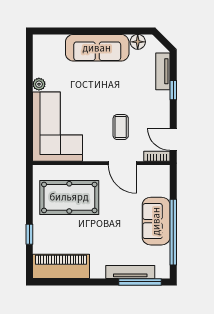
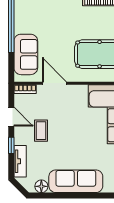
coffee table: (121, 127) -> (41, 131), moved
door: (173, 139) -> (11, 117), moved
sofa: (156, 221) -> (26, 54), moved

